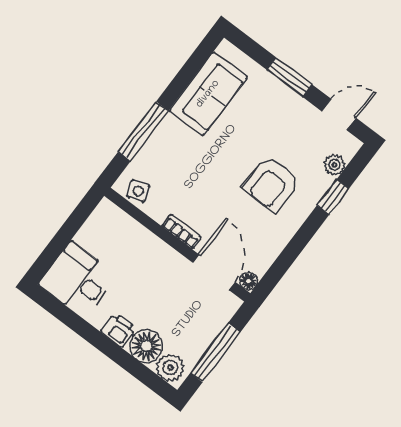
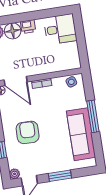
sofa: (208, 94) -> (81, 134), width x1.36
window: (143, 131) -> (93, 116), moved
plant: (335, 165) -> (15, 174), moved

